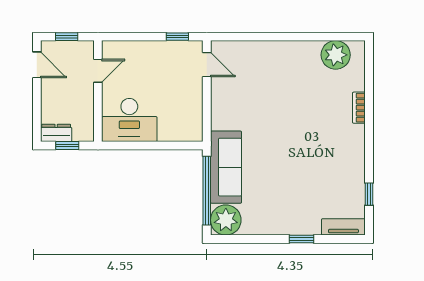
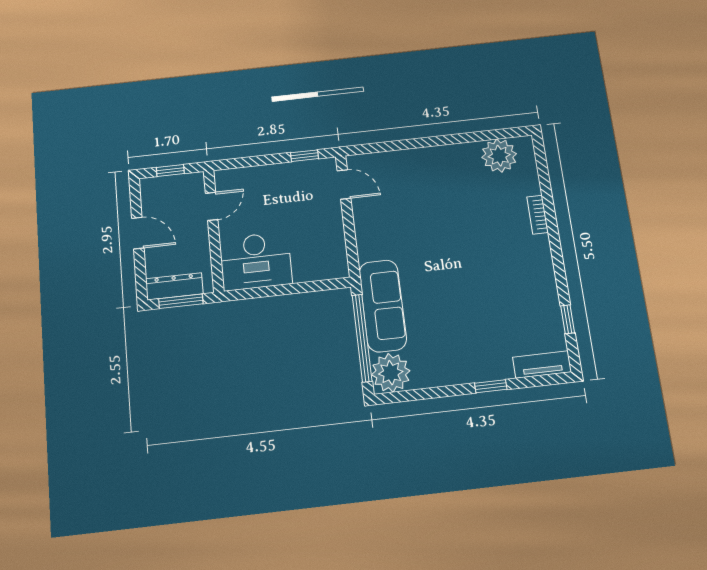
door: (37, 65) -> (138, 233), moved
dresser: (56, 133) -> (174, 286), width x1.44
window: (67, 145) -> (181, 301), width x1.50

